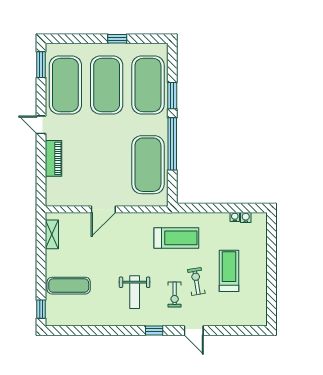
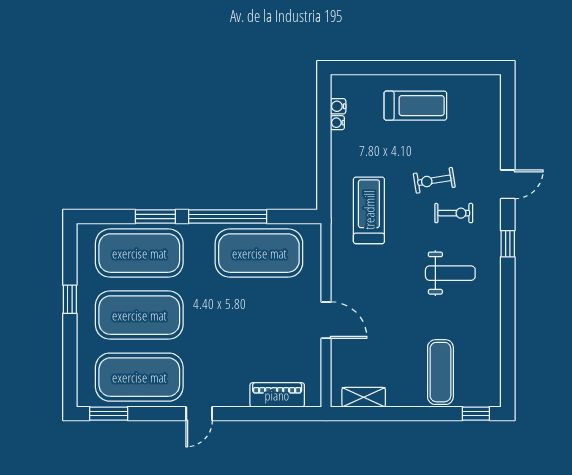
piano: (54, 158) -> (277, 395), moved
treadmill: (229, 271) -> (415, 106), moved, turned 180

